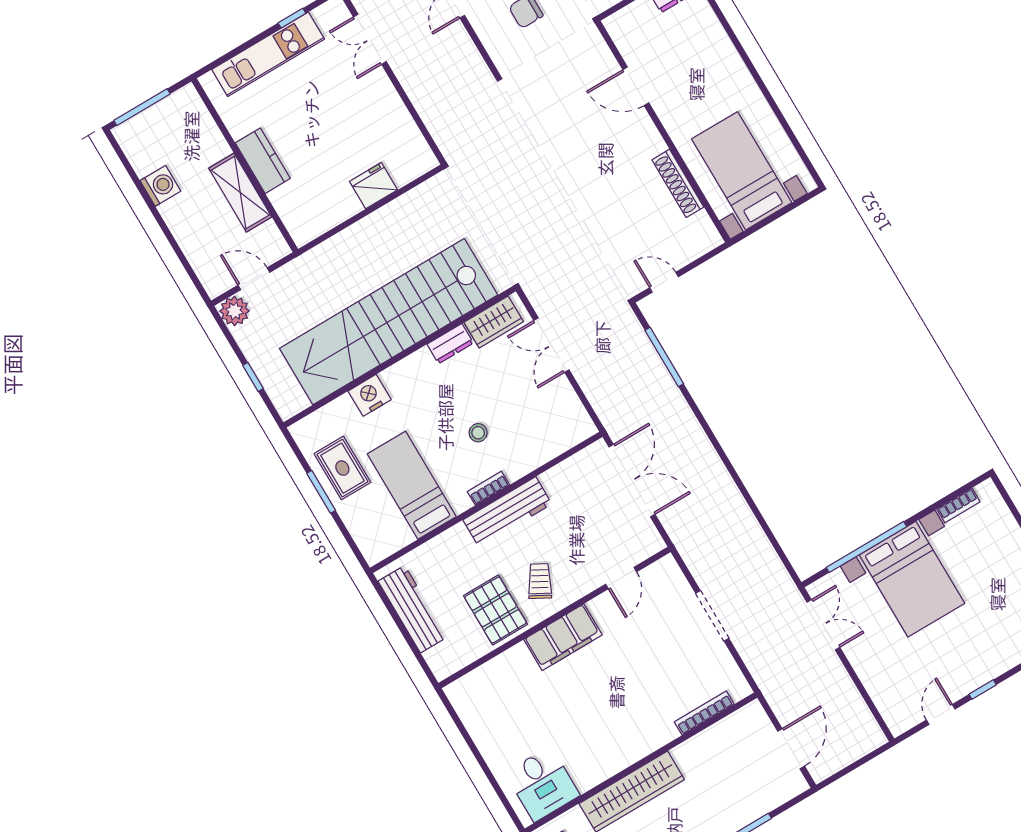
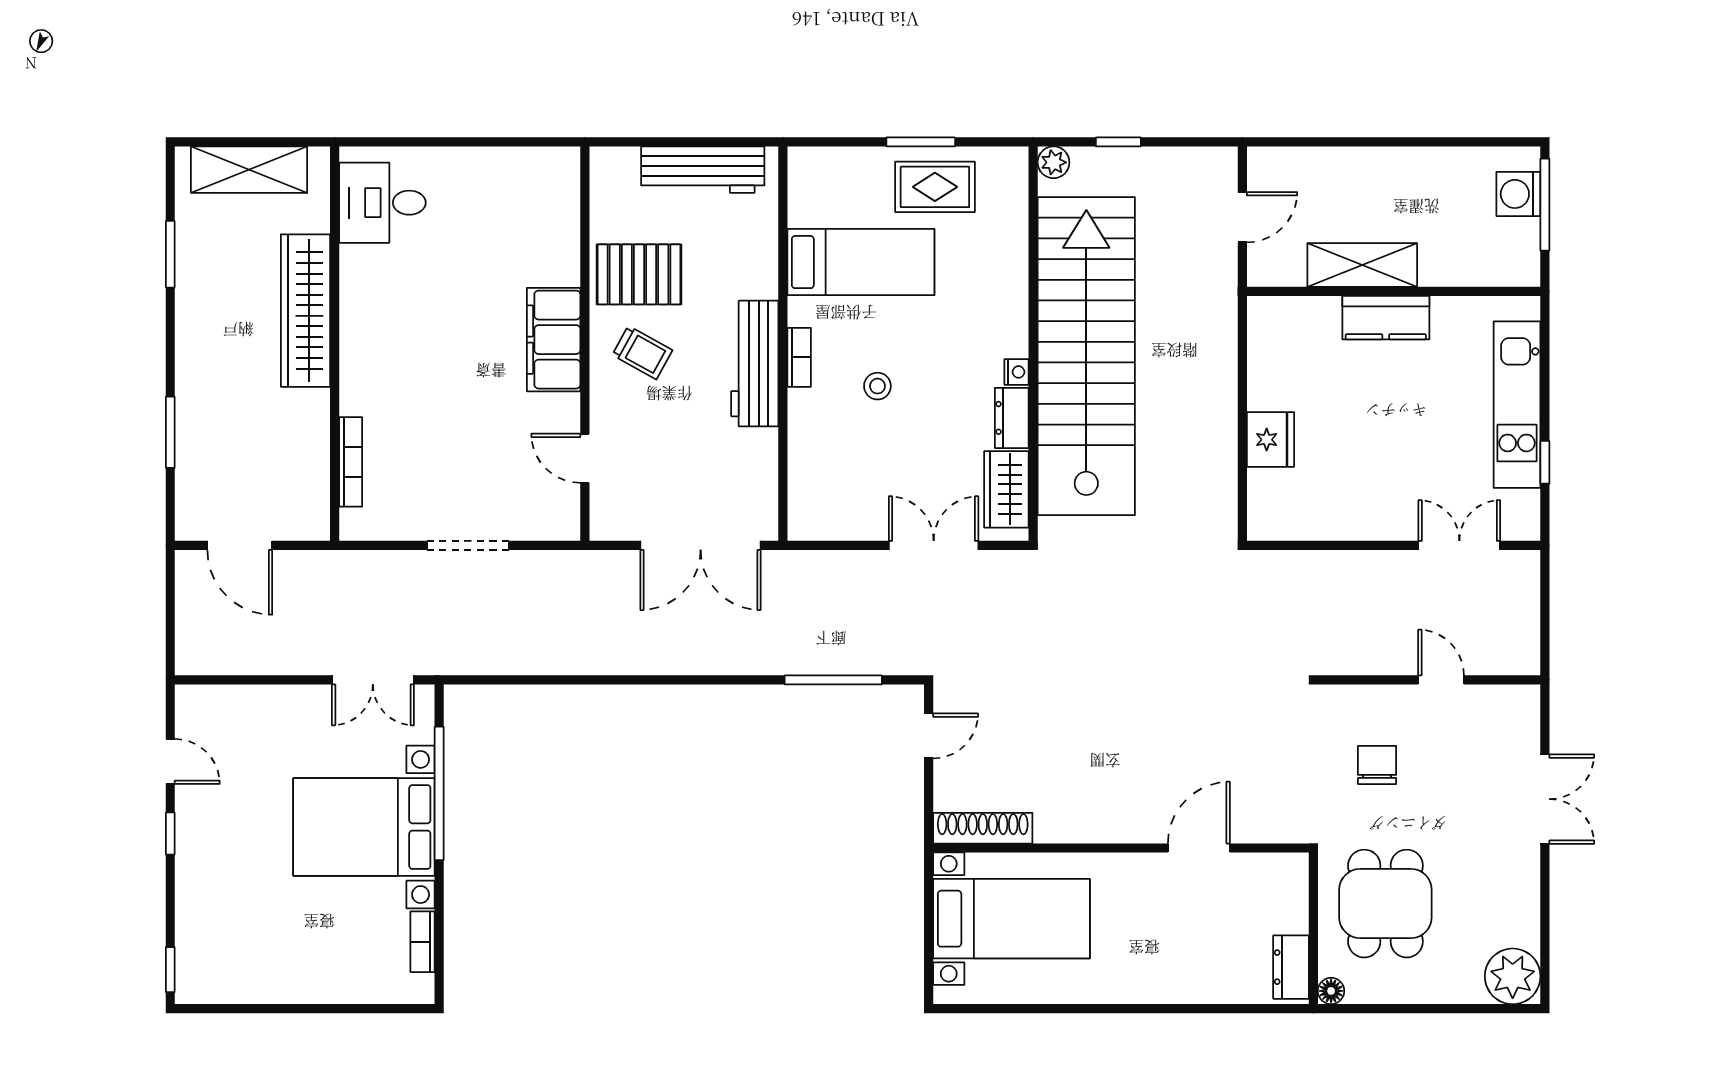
shoe rack: (678, 183) -> (983, 828), moved
washing machine: (160, 186) -> (1518, 194), moved, turned 90
plant: (234, 311) -> (1054, 162), moved, width x0.73, depth x0.73
nightstand: (370, 395) -> (1017, 372), moved, width x0.53, depth x0.56

